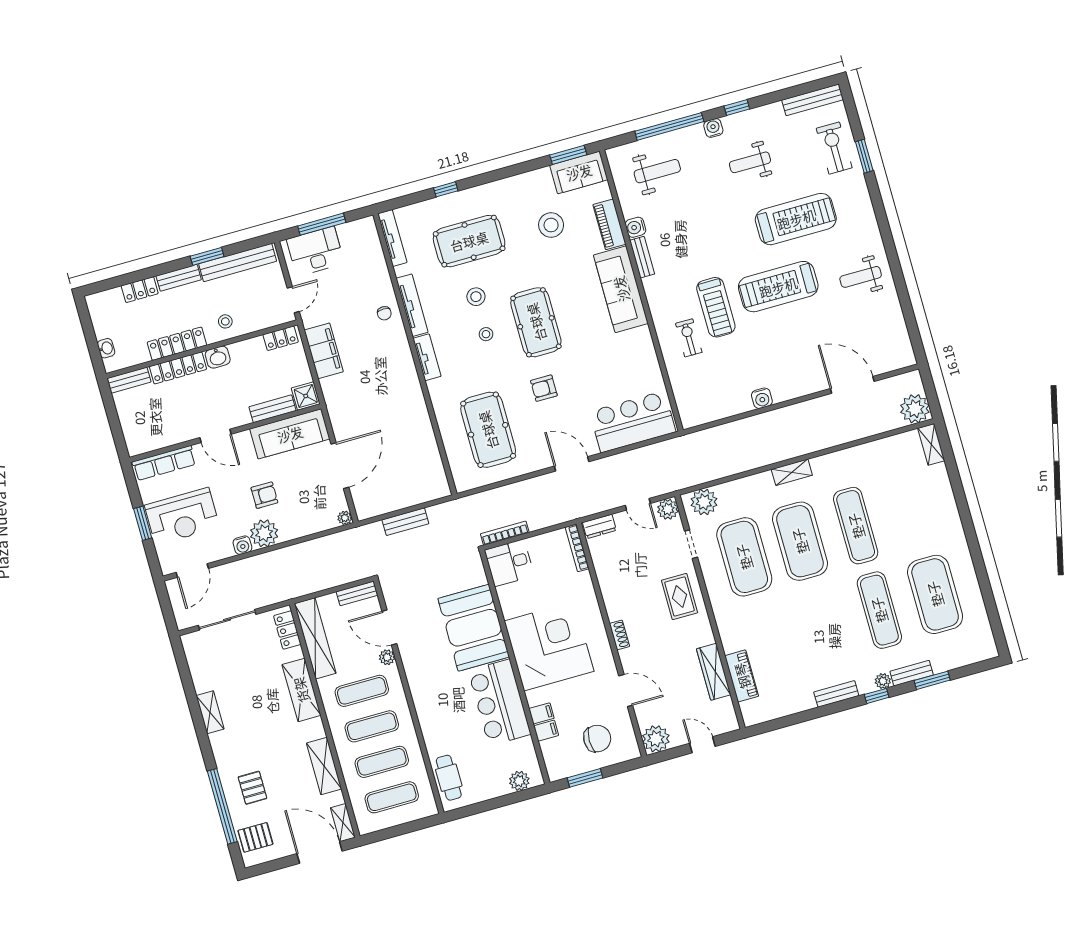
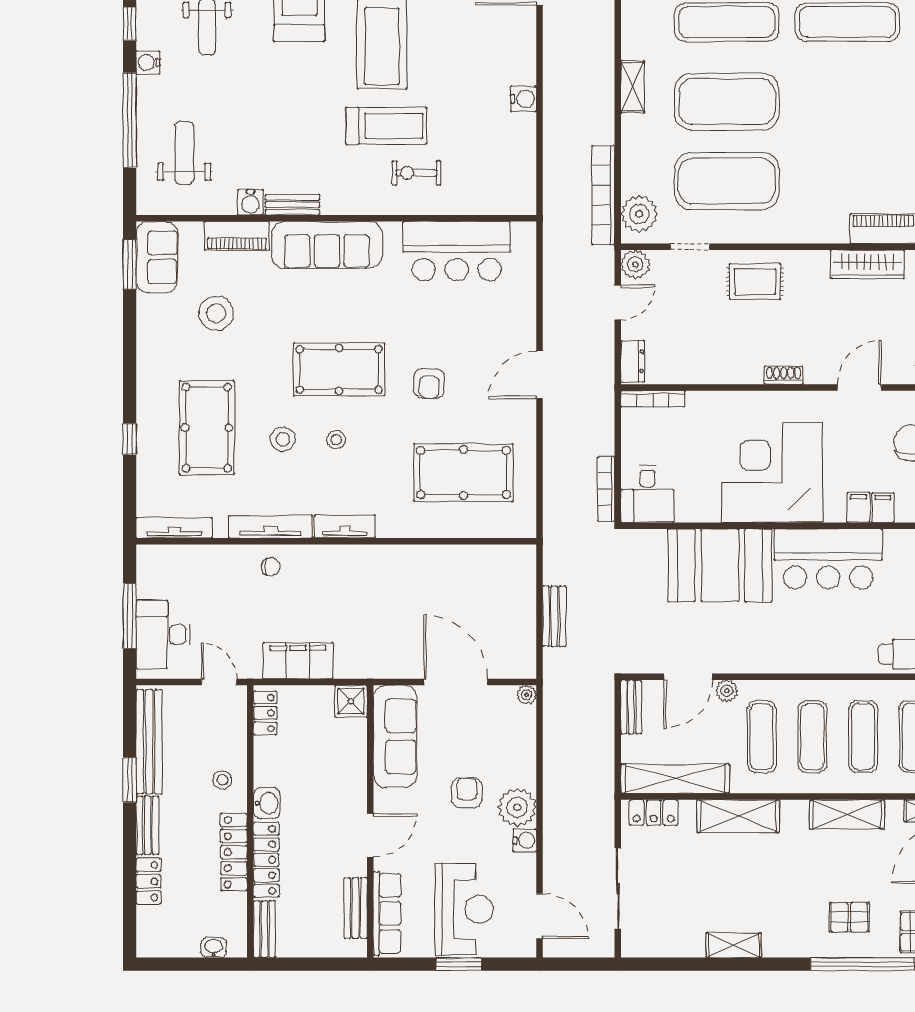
bench: (272, 409) -> (355, 908), moved
bar counter: (633, 422) -> (457, 251), moved, turned -90
bookcase: (710, 473) -> (603, 195), added

